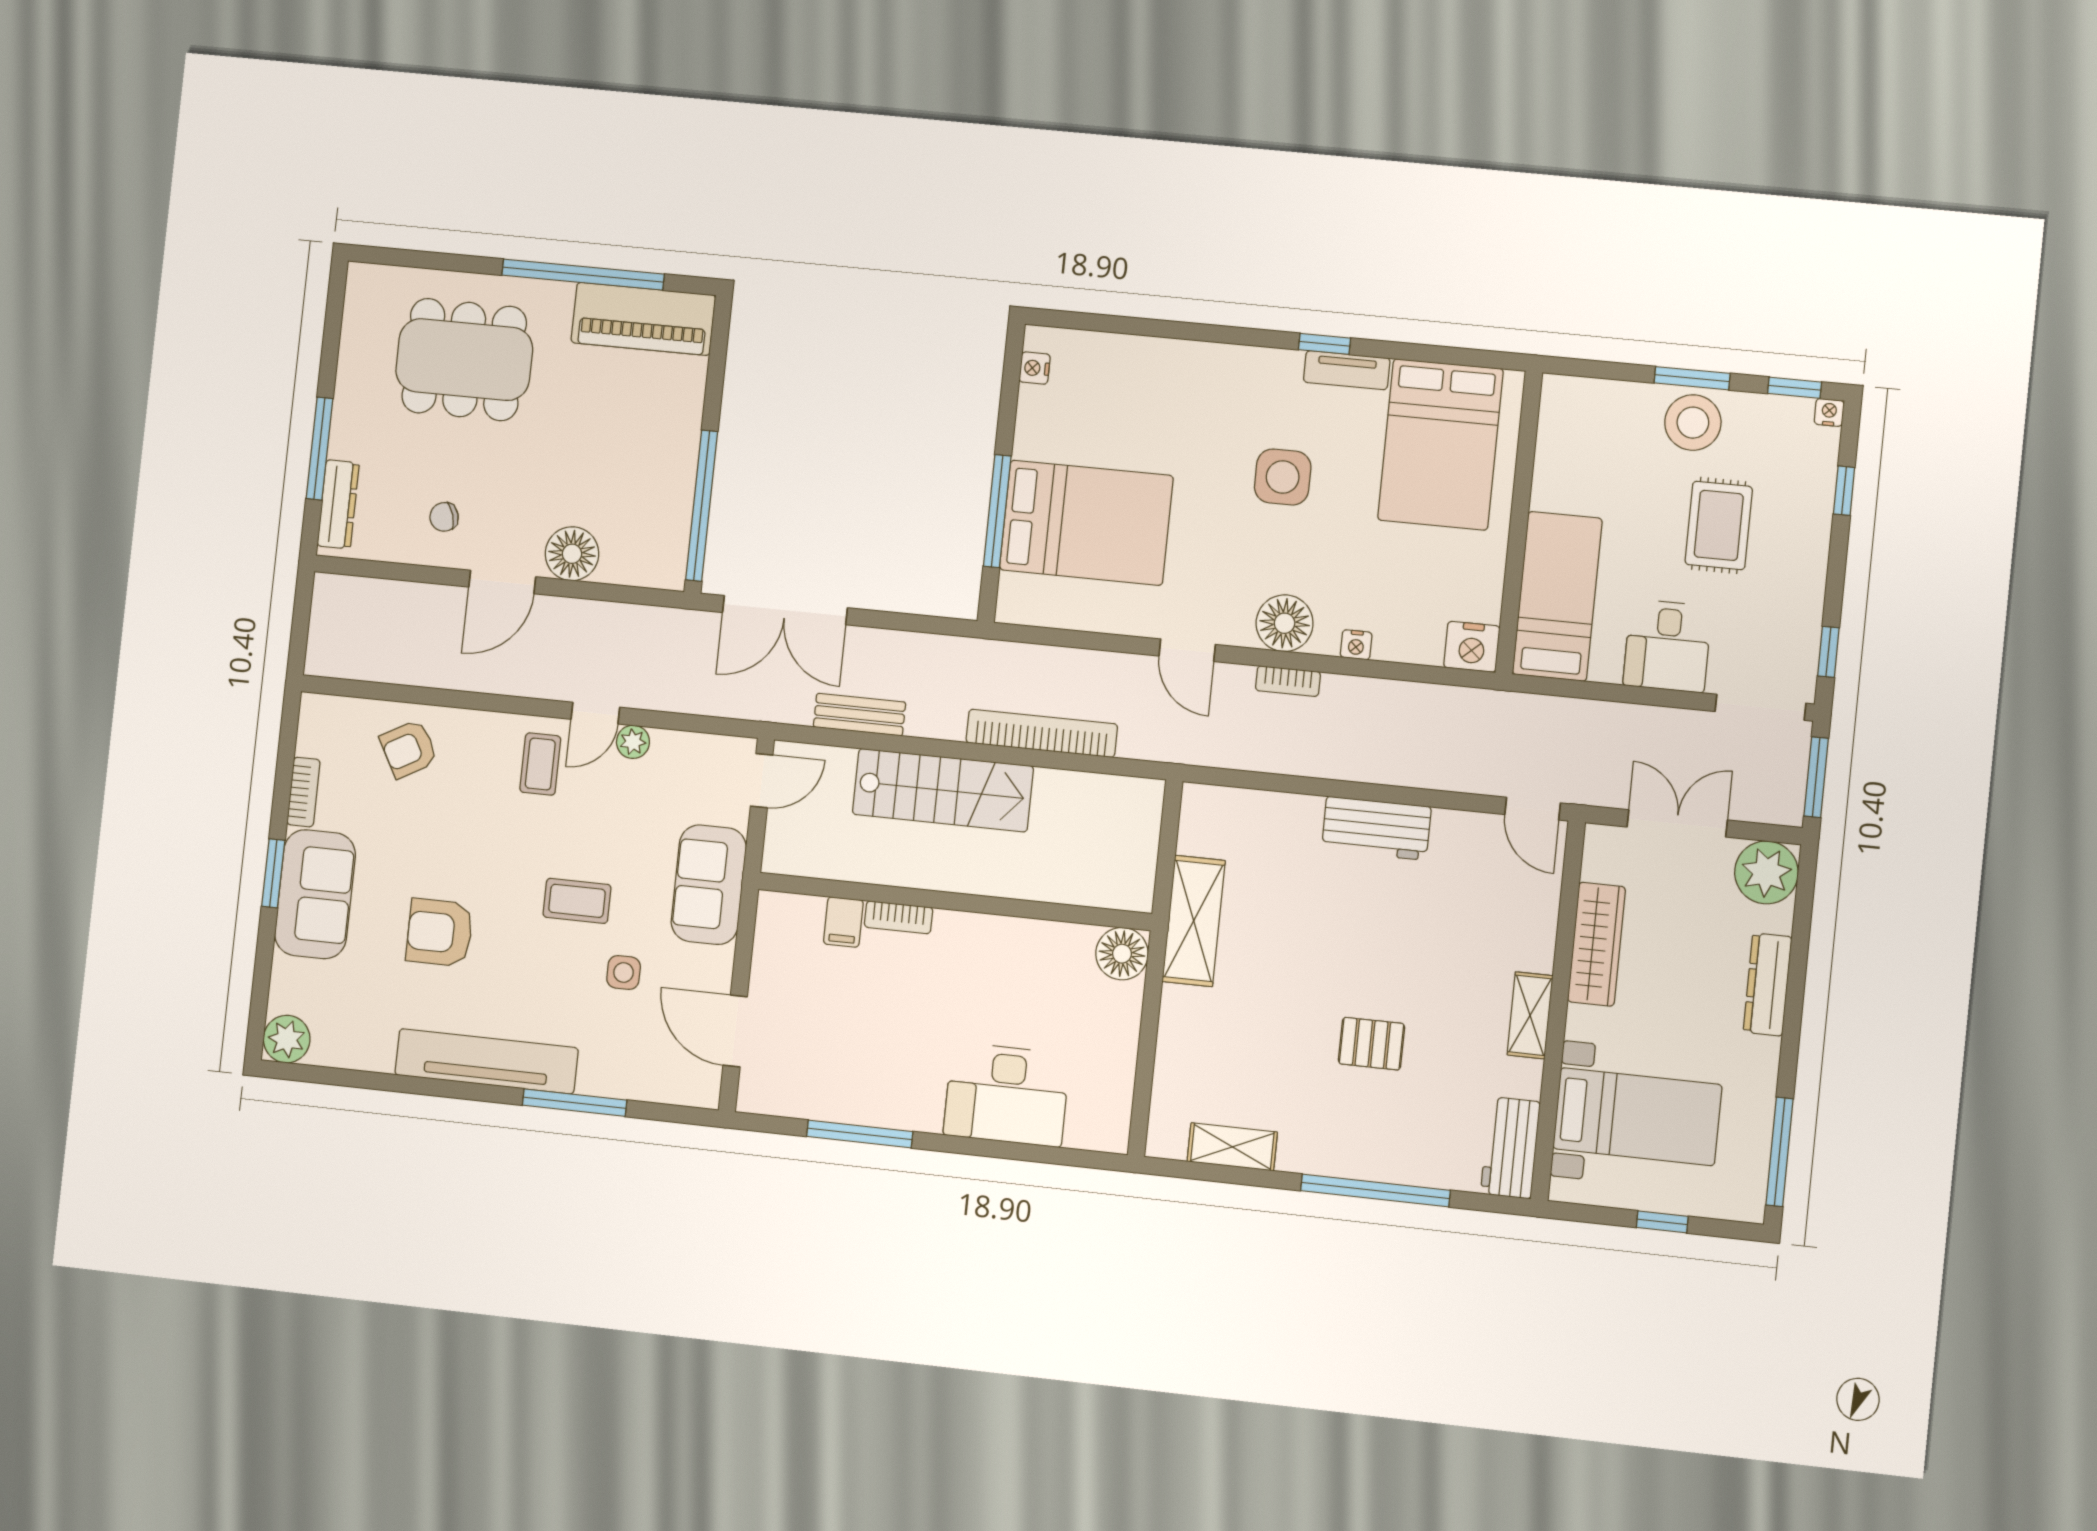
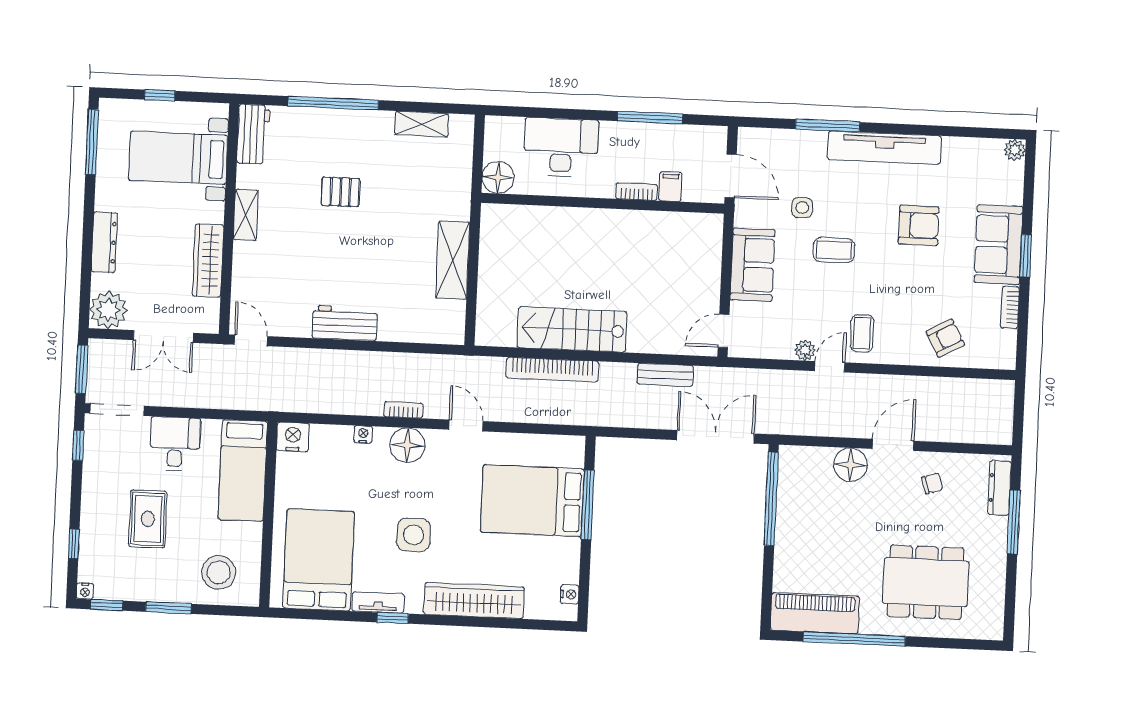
wardrobe: (1190, 366) -> (474, 601), added
stool: (1693, 423) -> (219, 572), moved
stairs: (943, 790) -> (572, 329), moved
wall: (955, 902) -> (603, 203), moved
bookcase: (899, 917) -> (637, 192), moved
filing cabinet: (843, 922) -> (670, 187), moved
floor lamp: (1122, 954) -> (498, 177), moved
plant: (287, 1039) -> (1015, 150), width x0.73, depth x0.73

